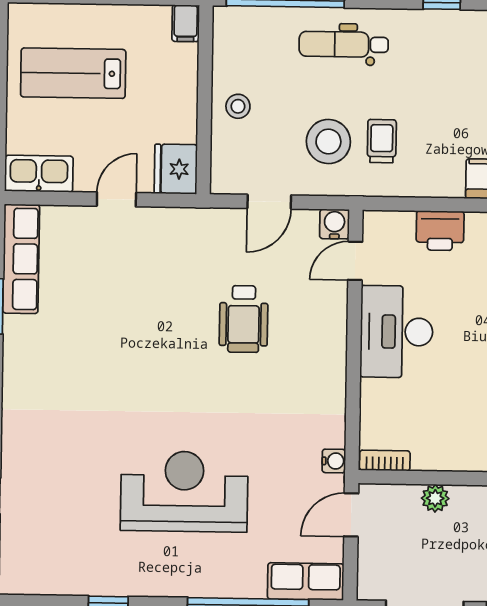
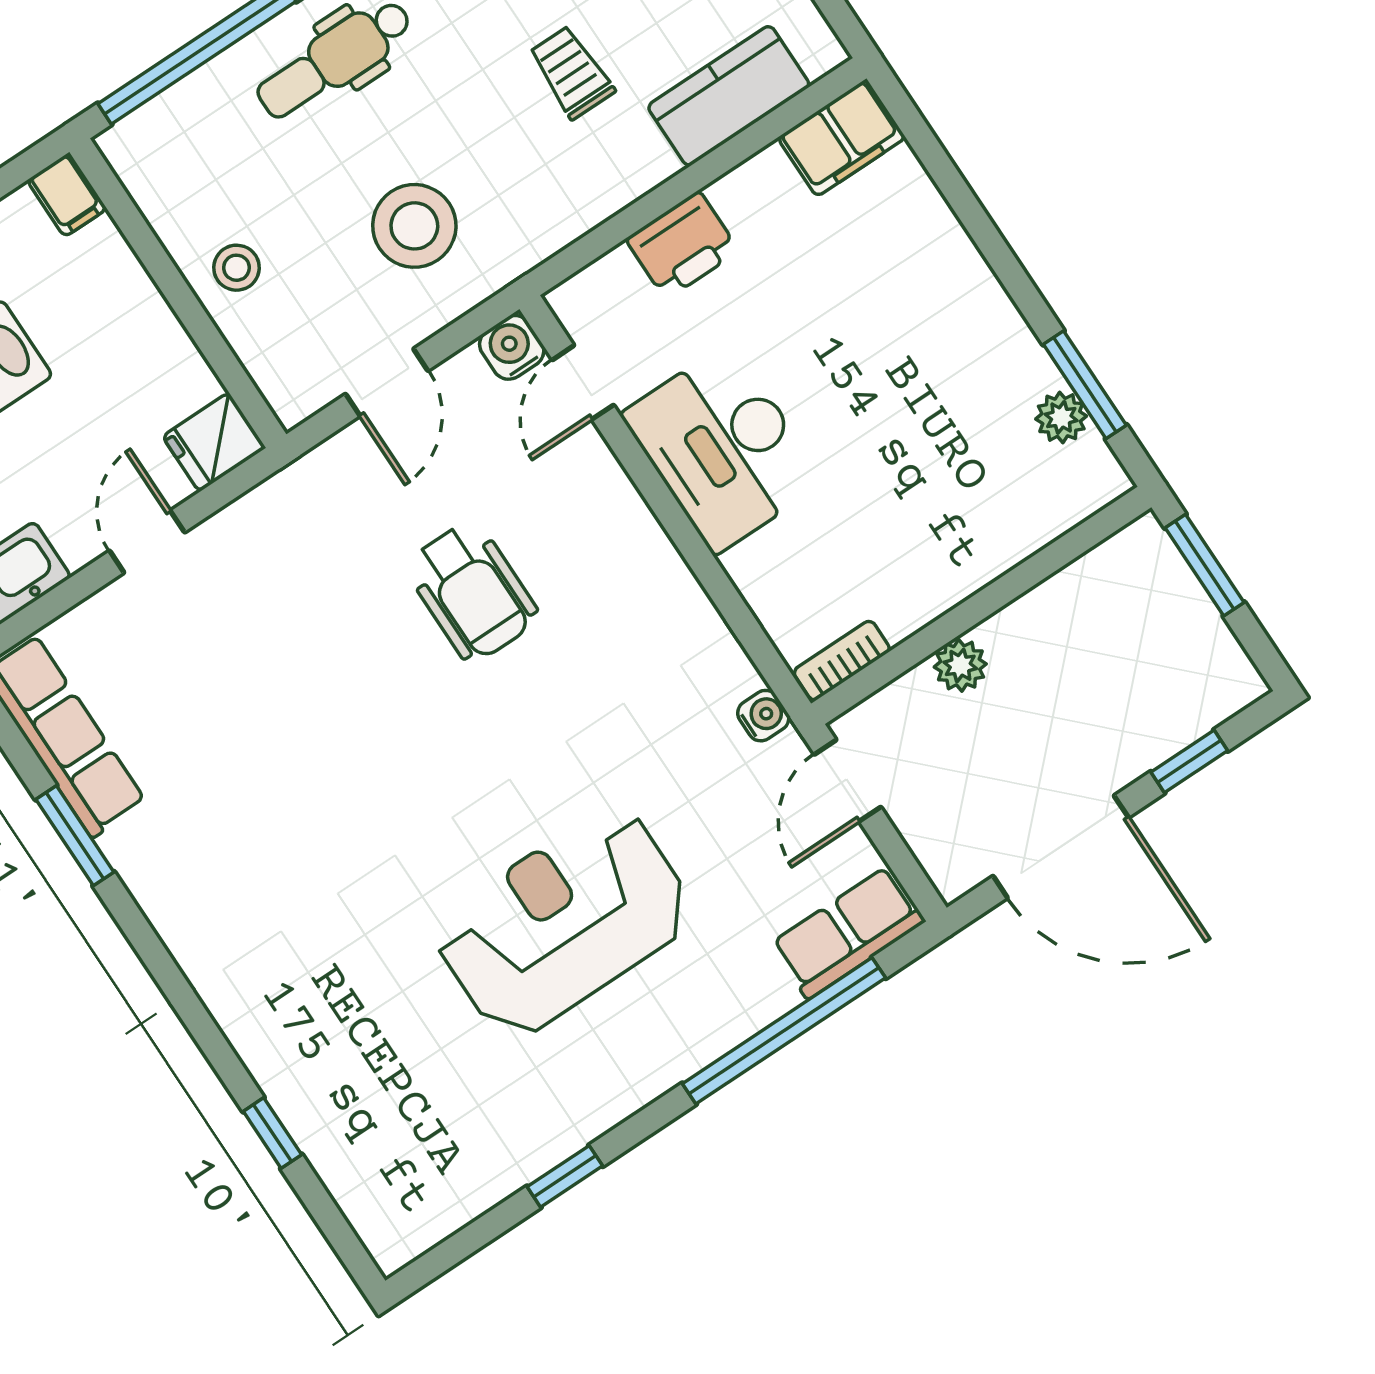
trolley: (382, 141) -> (572, 72), moved
fridge: (176, 169) -> (214, 442), width x0.72

